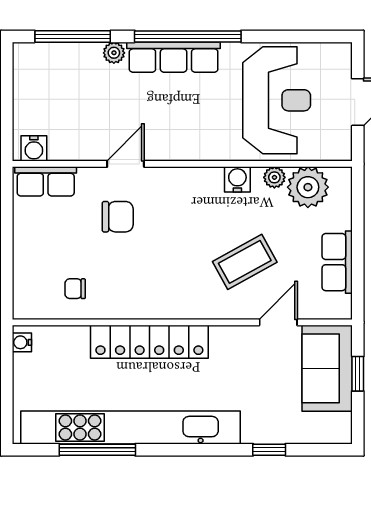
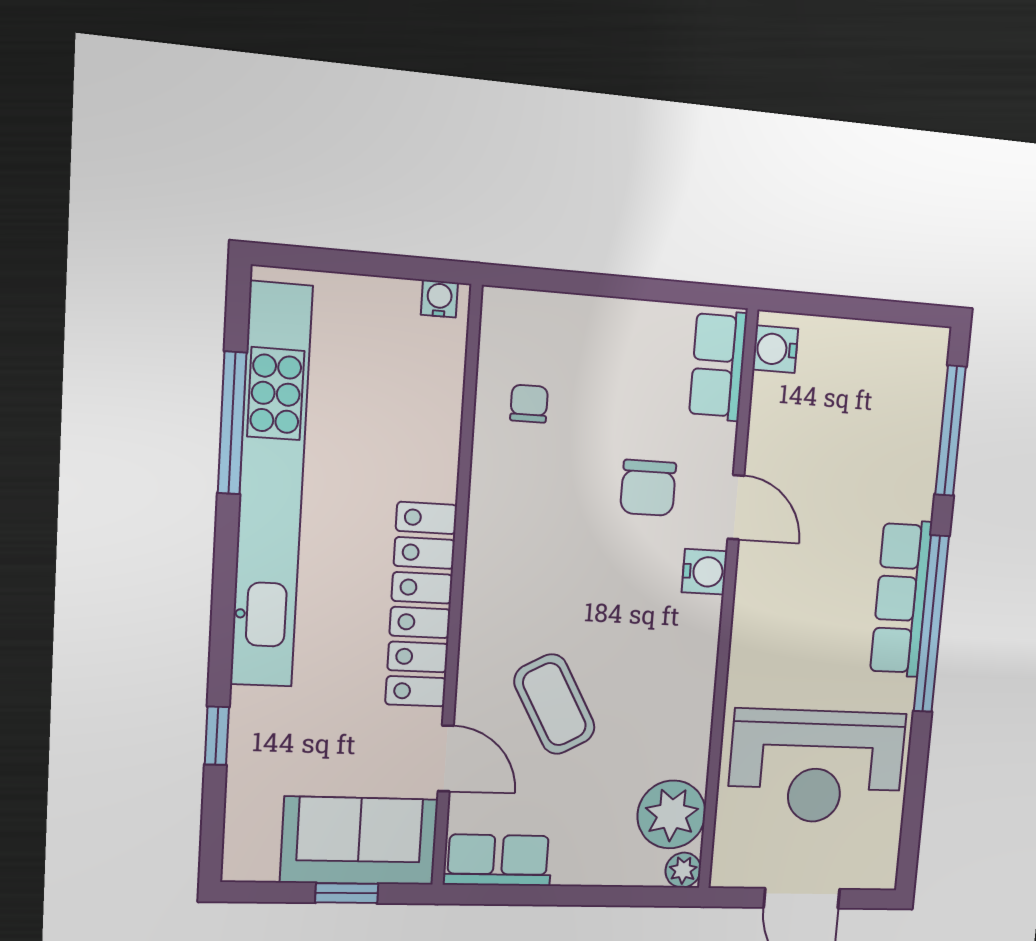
plant: (114, 53) -> (918, 499), removed
plant: (274, 177) -> (683, 870), moved
water cooler: (237, 179) -> (705, 572), moved
row of seats: (337, 262) -> (498, 860), moved
locker: (149, 342) -> (421, 605), moved

